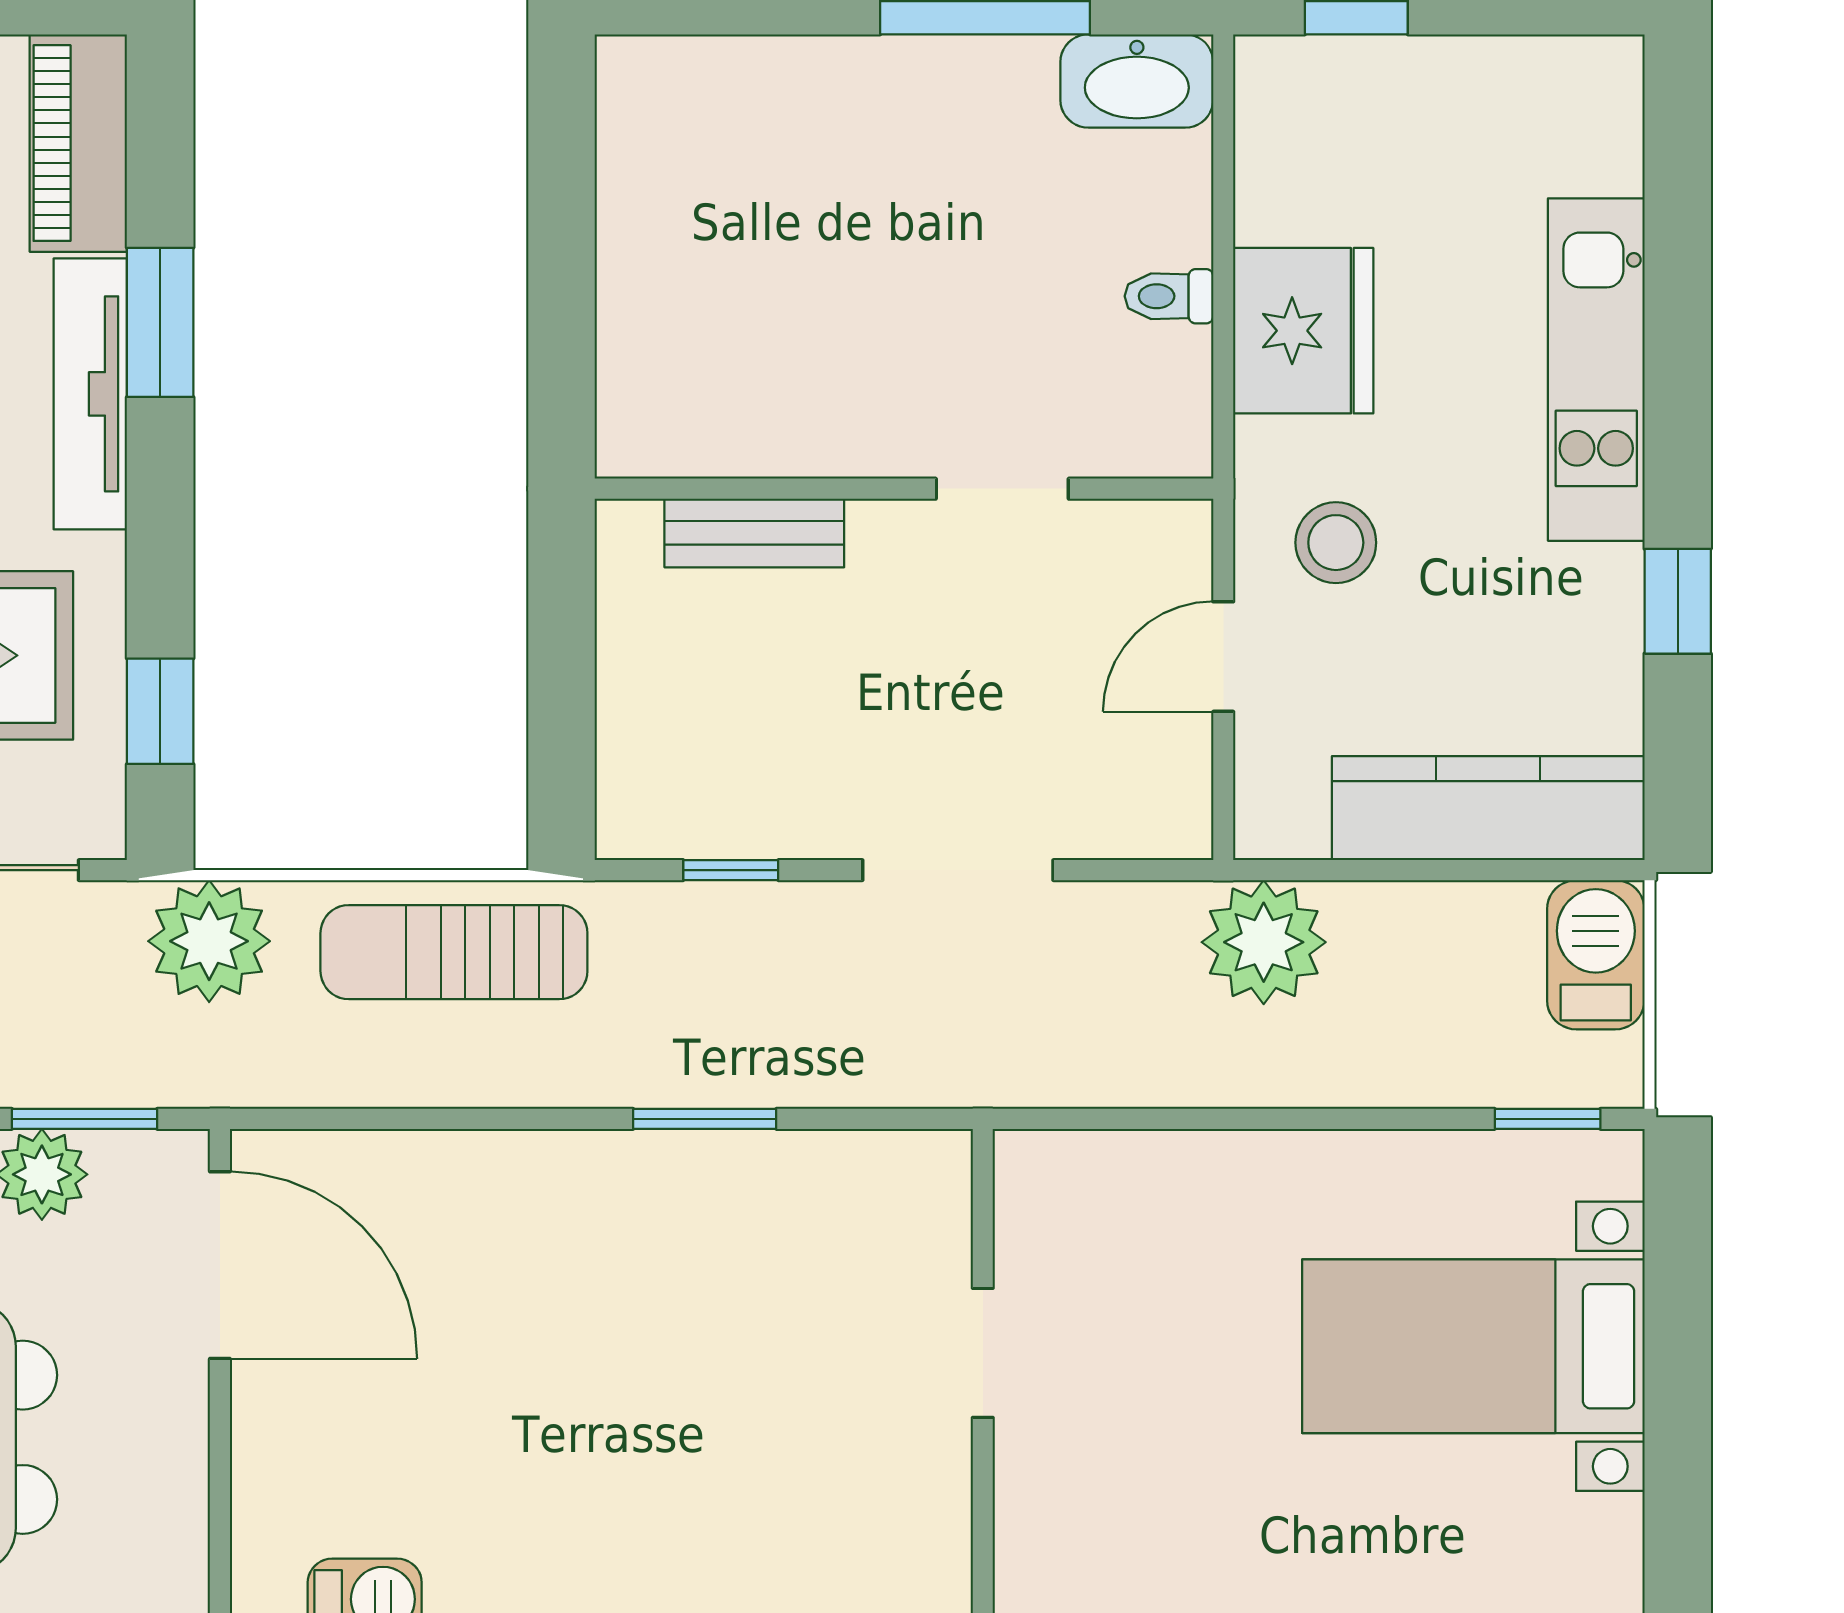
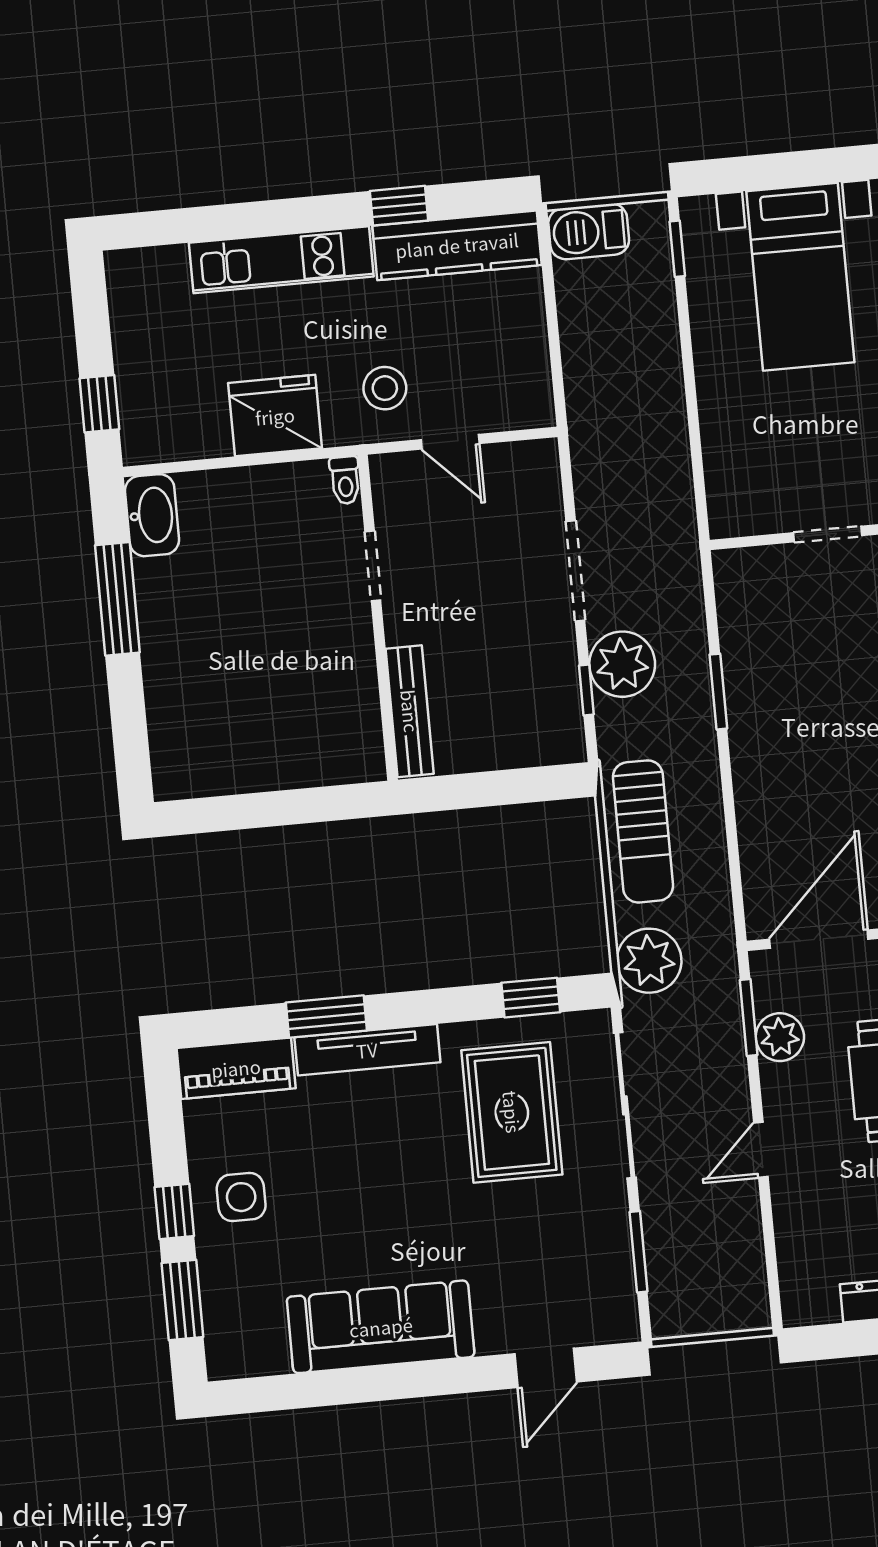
toilet: (1169, 296) -> (345, 480), moved
bench: (754, 533) -> (410, 711), width x1.36
kitchen counter: (1488, 808) -> (457, 245), moved, turned -90
plant: (1264, 942) -> (622, 664), moved

